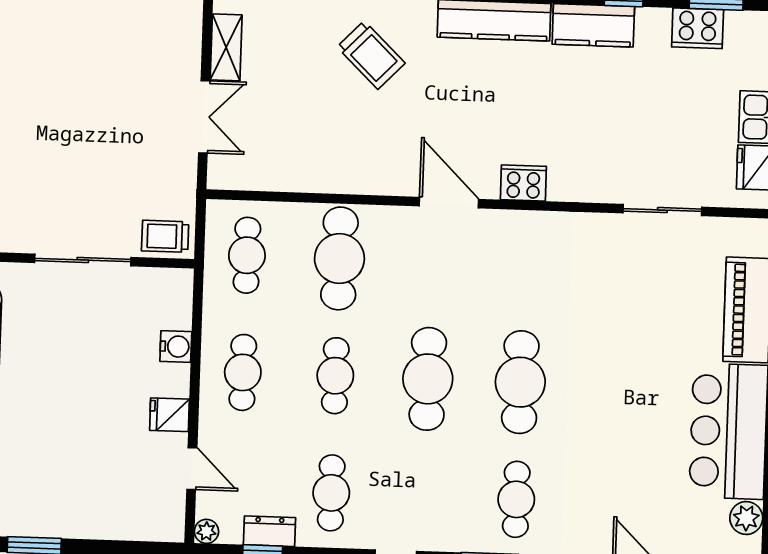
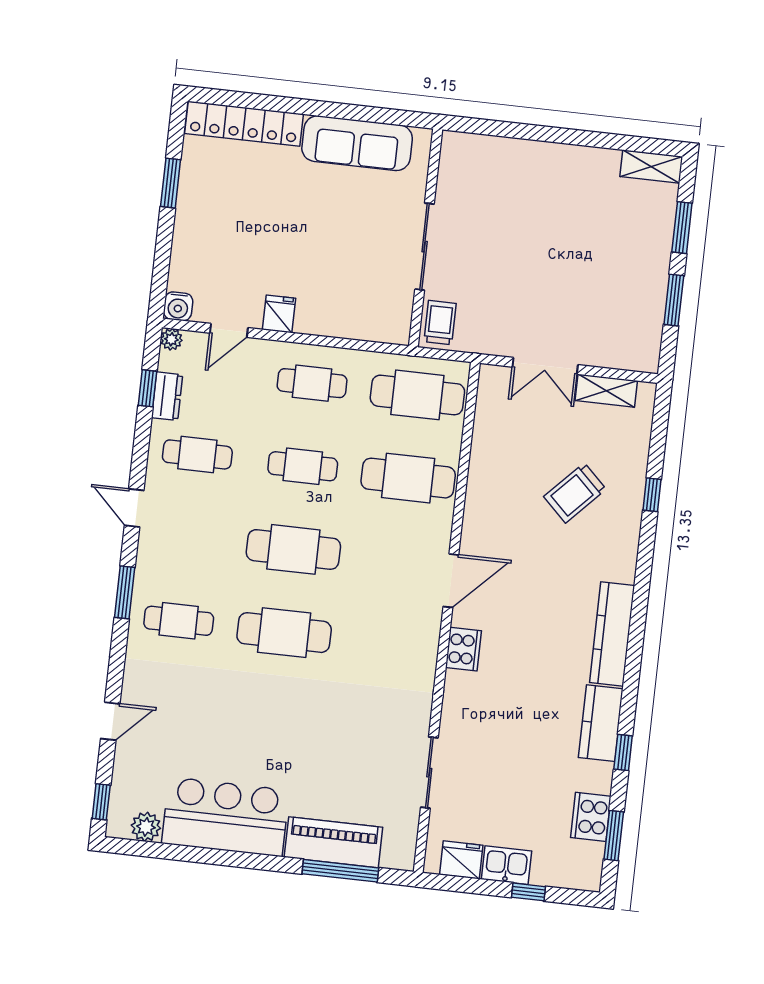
trolley: (371, 55) -> (575, 493), moved
cafe table: (247, 255) -> (417, 395), width x1.37, depth x1.35
water cooler: (176, 346) -> (178, 306), moved

